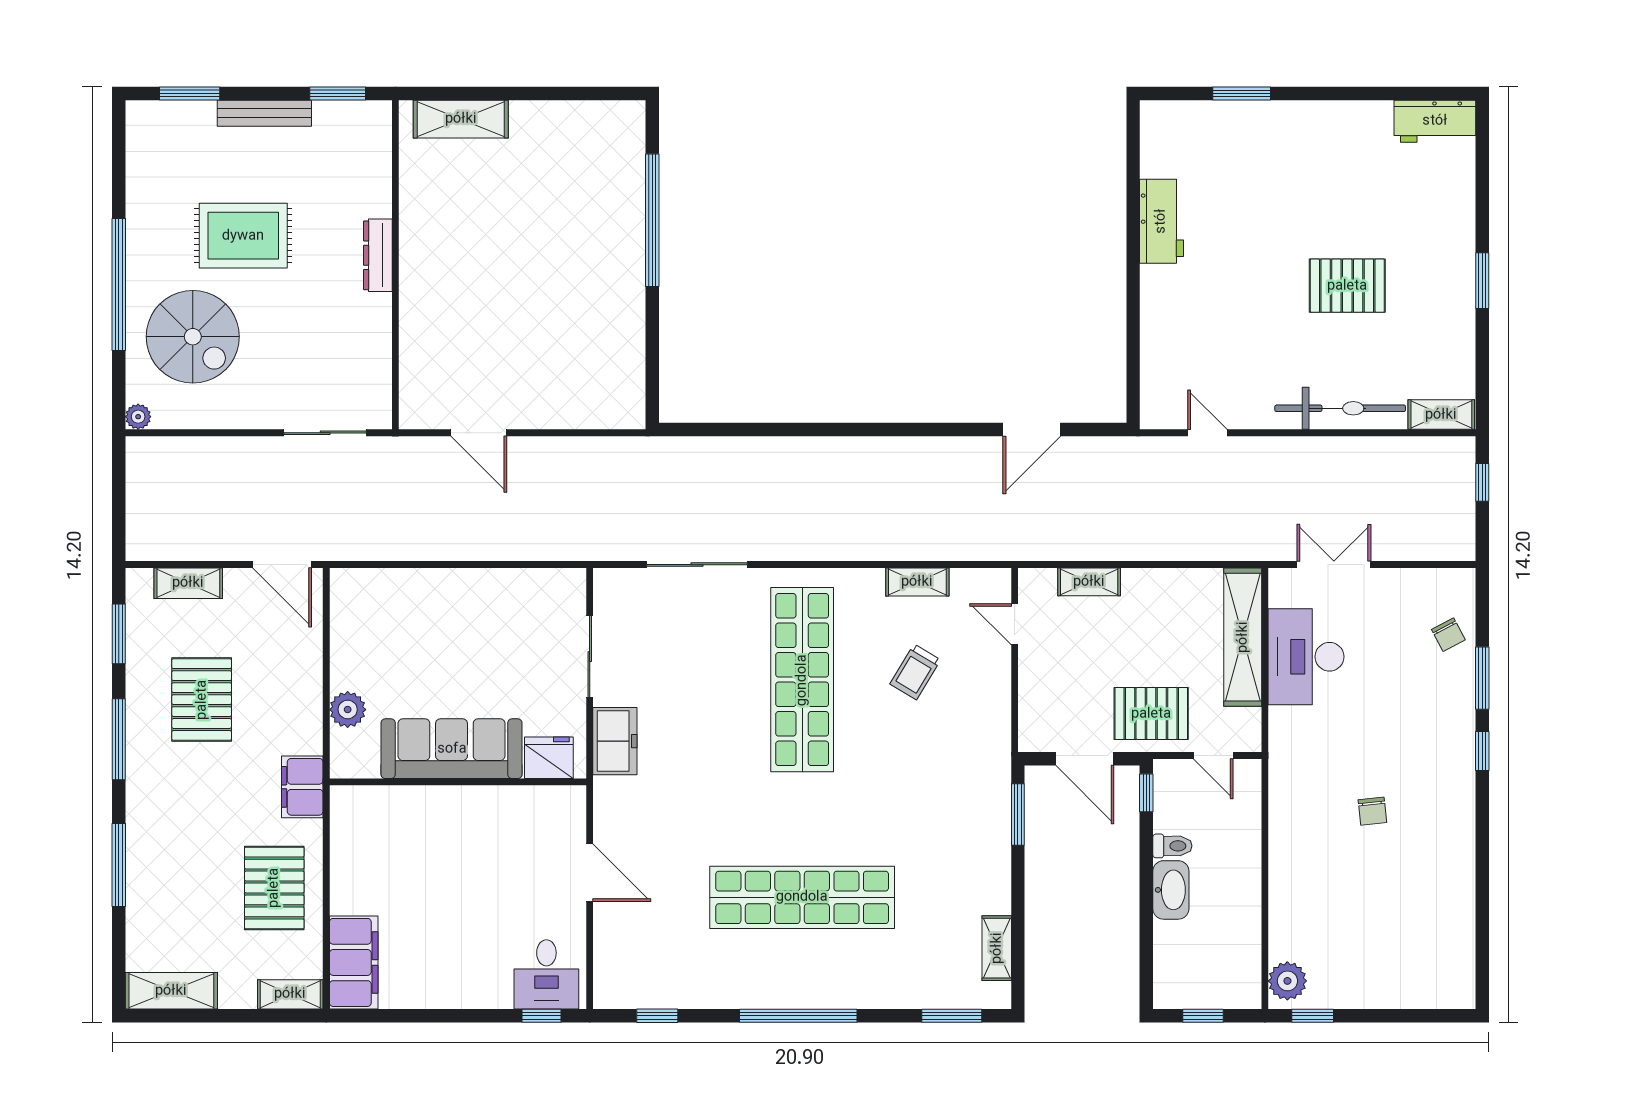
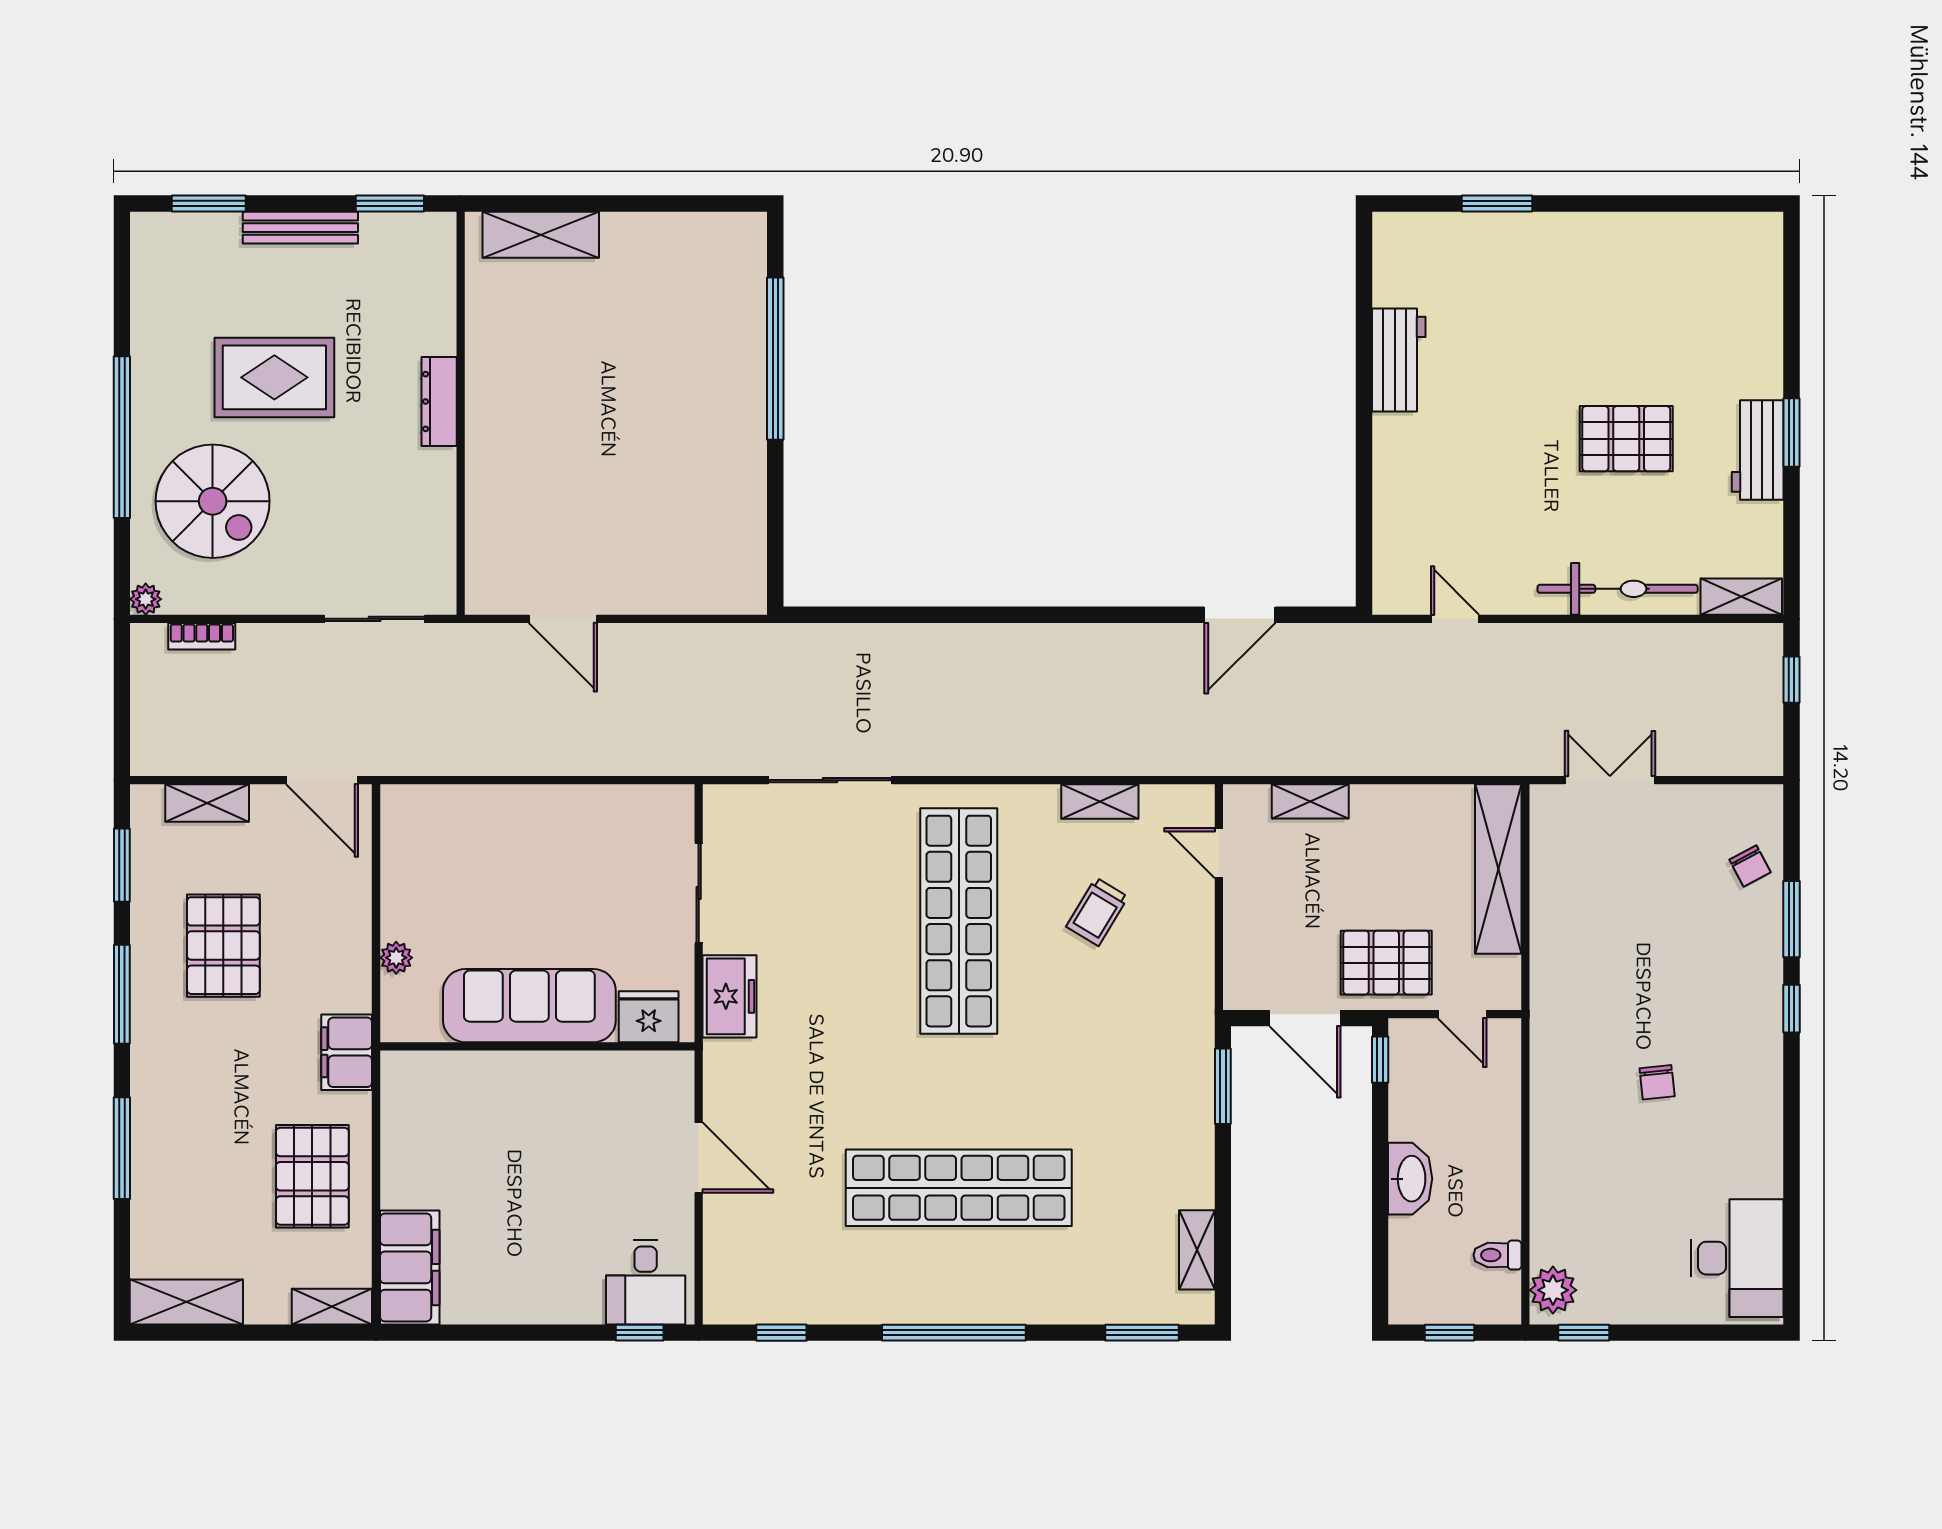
workbench: (1435, 121) -> (1758, 450), moved, turned 90
bookcase: (184, 447) -> (202, 636), added
desk: (1306, 657) -> (1737, 1258), moved, turned 180
plant: (348, 710) -> (396, 958), width x0.73, depth x0.73
toilet: (1172, 846) -> (1497, 1255), moved, turned 180

